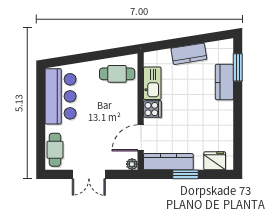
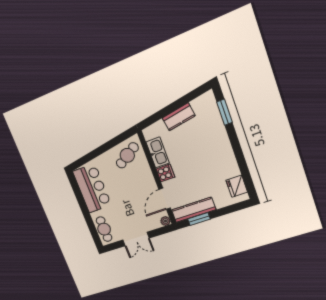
cafe table: (117, 74) -> (127, 155), turned -31
kitchen counter: (224, 82) -> (217, 129), removed
fridge: (215, 161) -> (237, 186), moved, turned -90
window: (186, 174) -> (199, 219), moved

